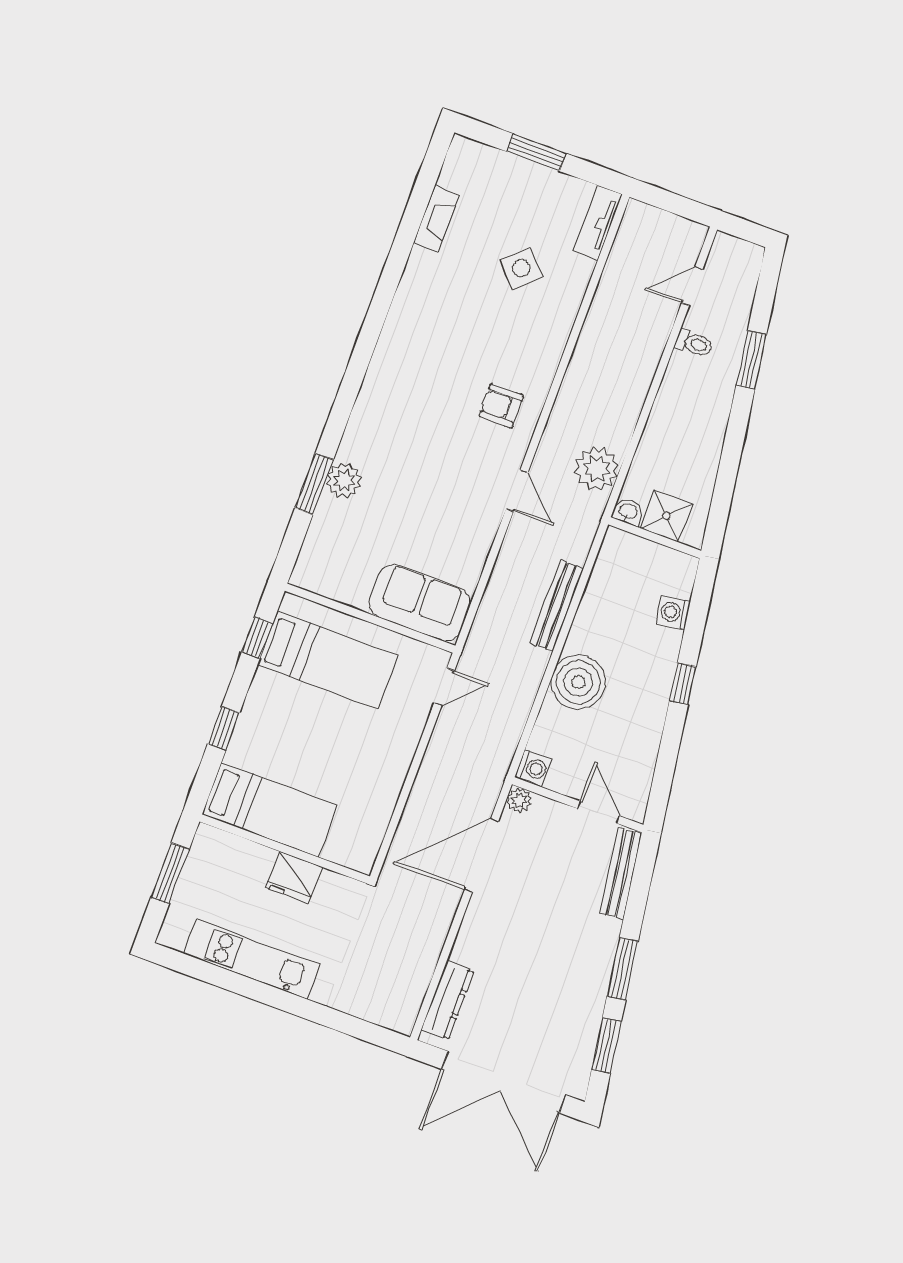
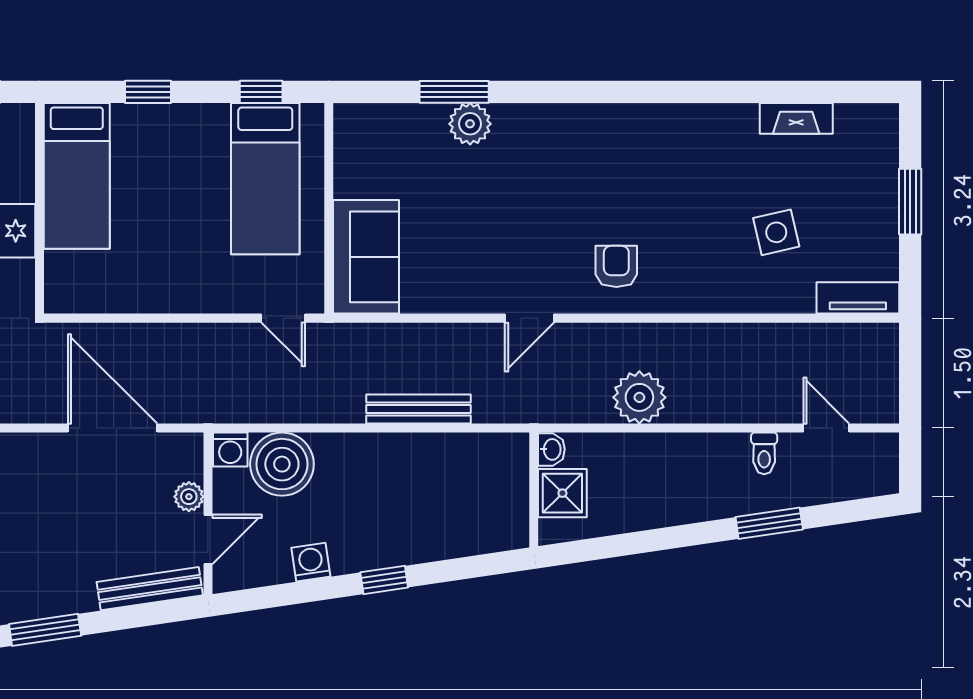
side table: (521, 268) -> (776, 232), turned 30
plant: (597, 469) -> (639, 397), moved
washing machine: (673, 612) -> (311, 562), moved
boiler: (578, 682) -> (282, 464), moved
plant: (519, 800) -> (189, 497), moved

